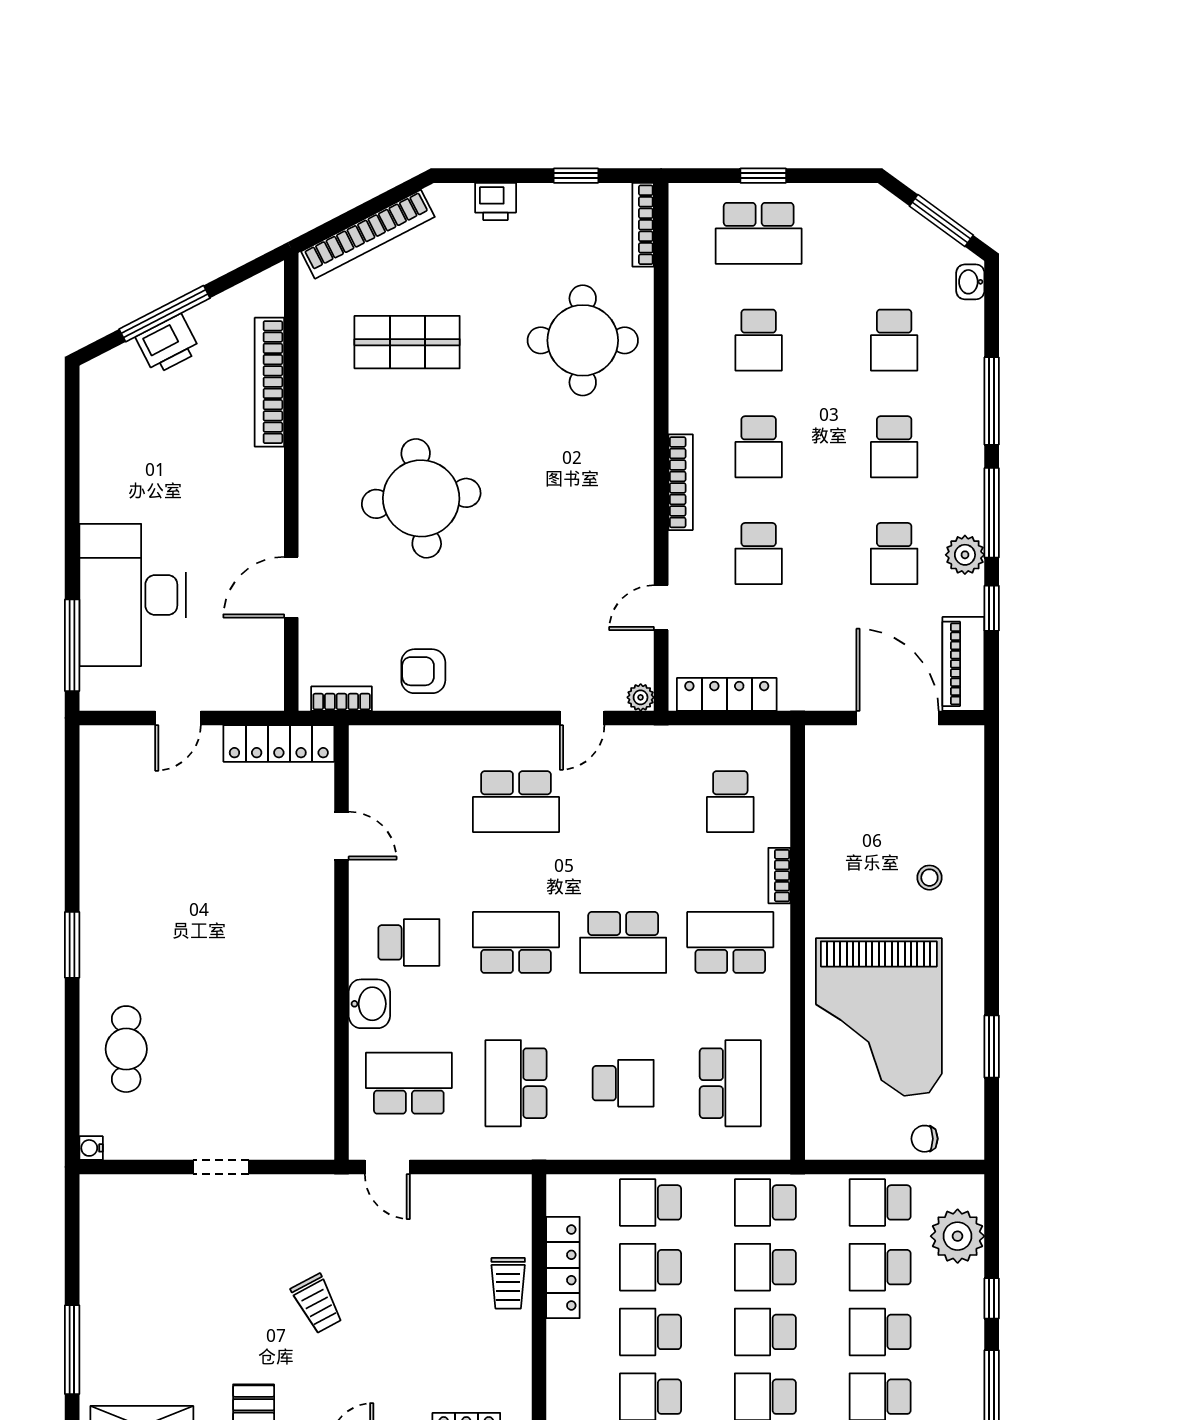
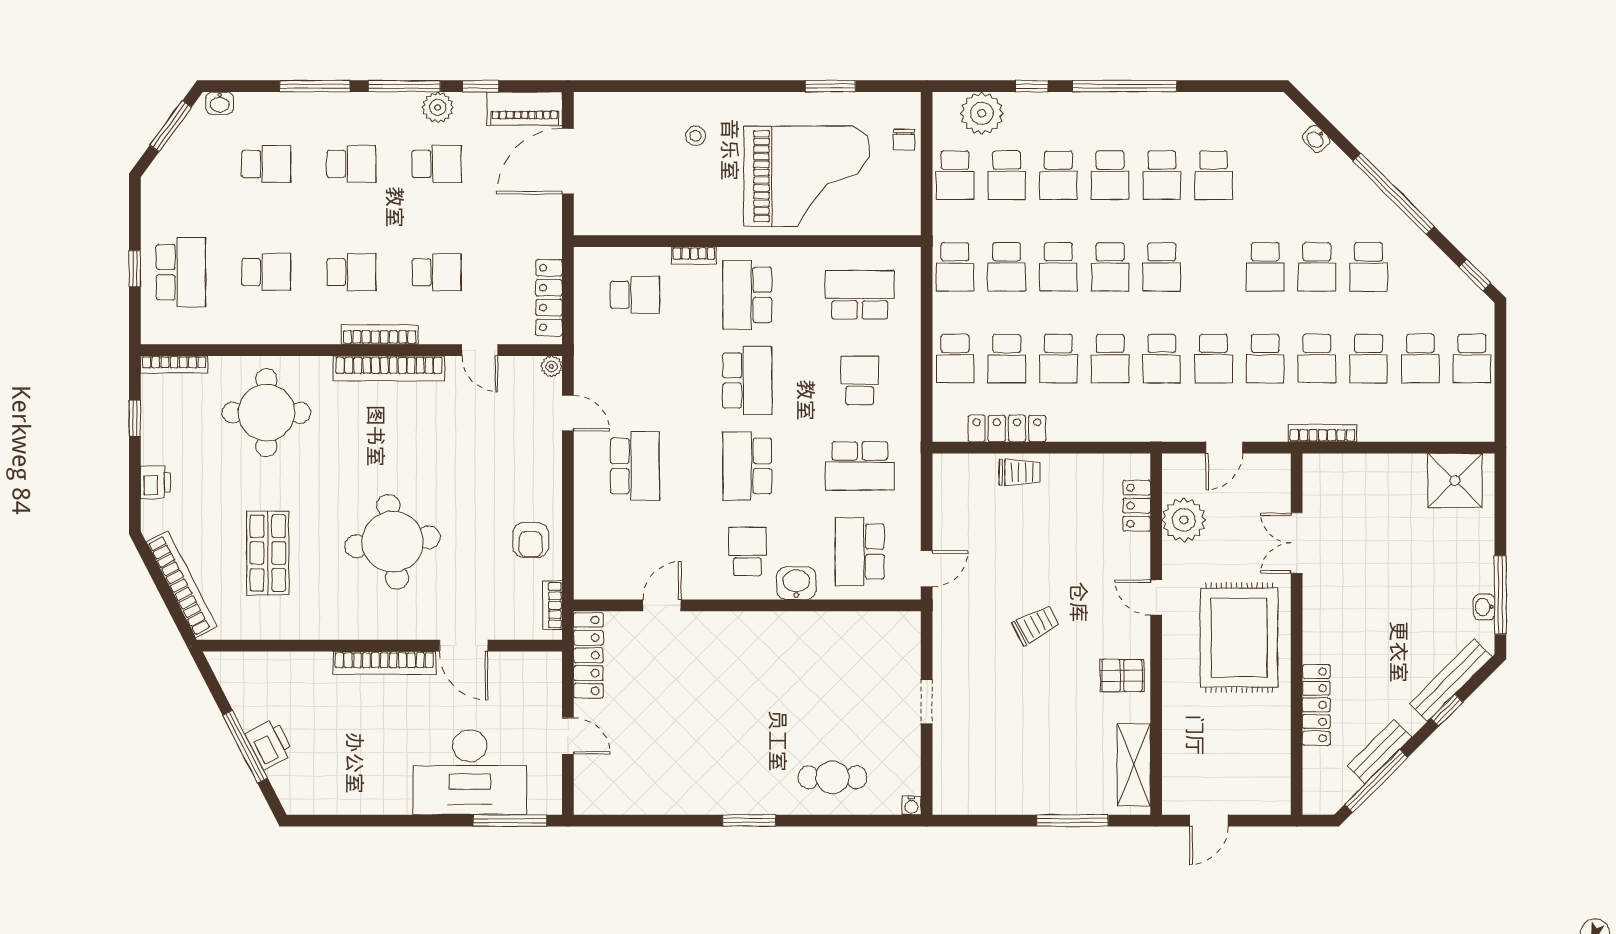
bookcase: (269, 382) -> (384, 663), moved
bookcase: (638, 494) -> (389, 368), added

